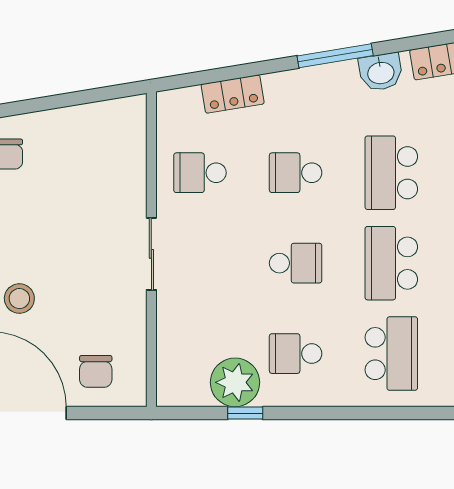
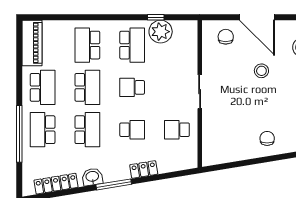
locker: (233, 94) -> (144, 169), moved
school desk: (200, 173) -> (177, 130), turned 180
school desk: (296, 354) -> (132, 45), width x1.85

